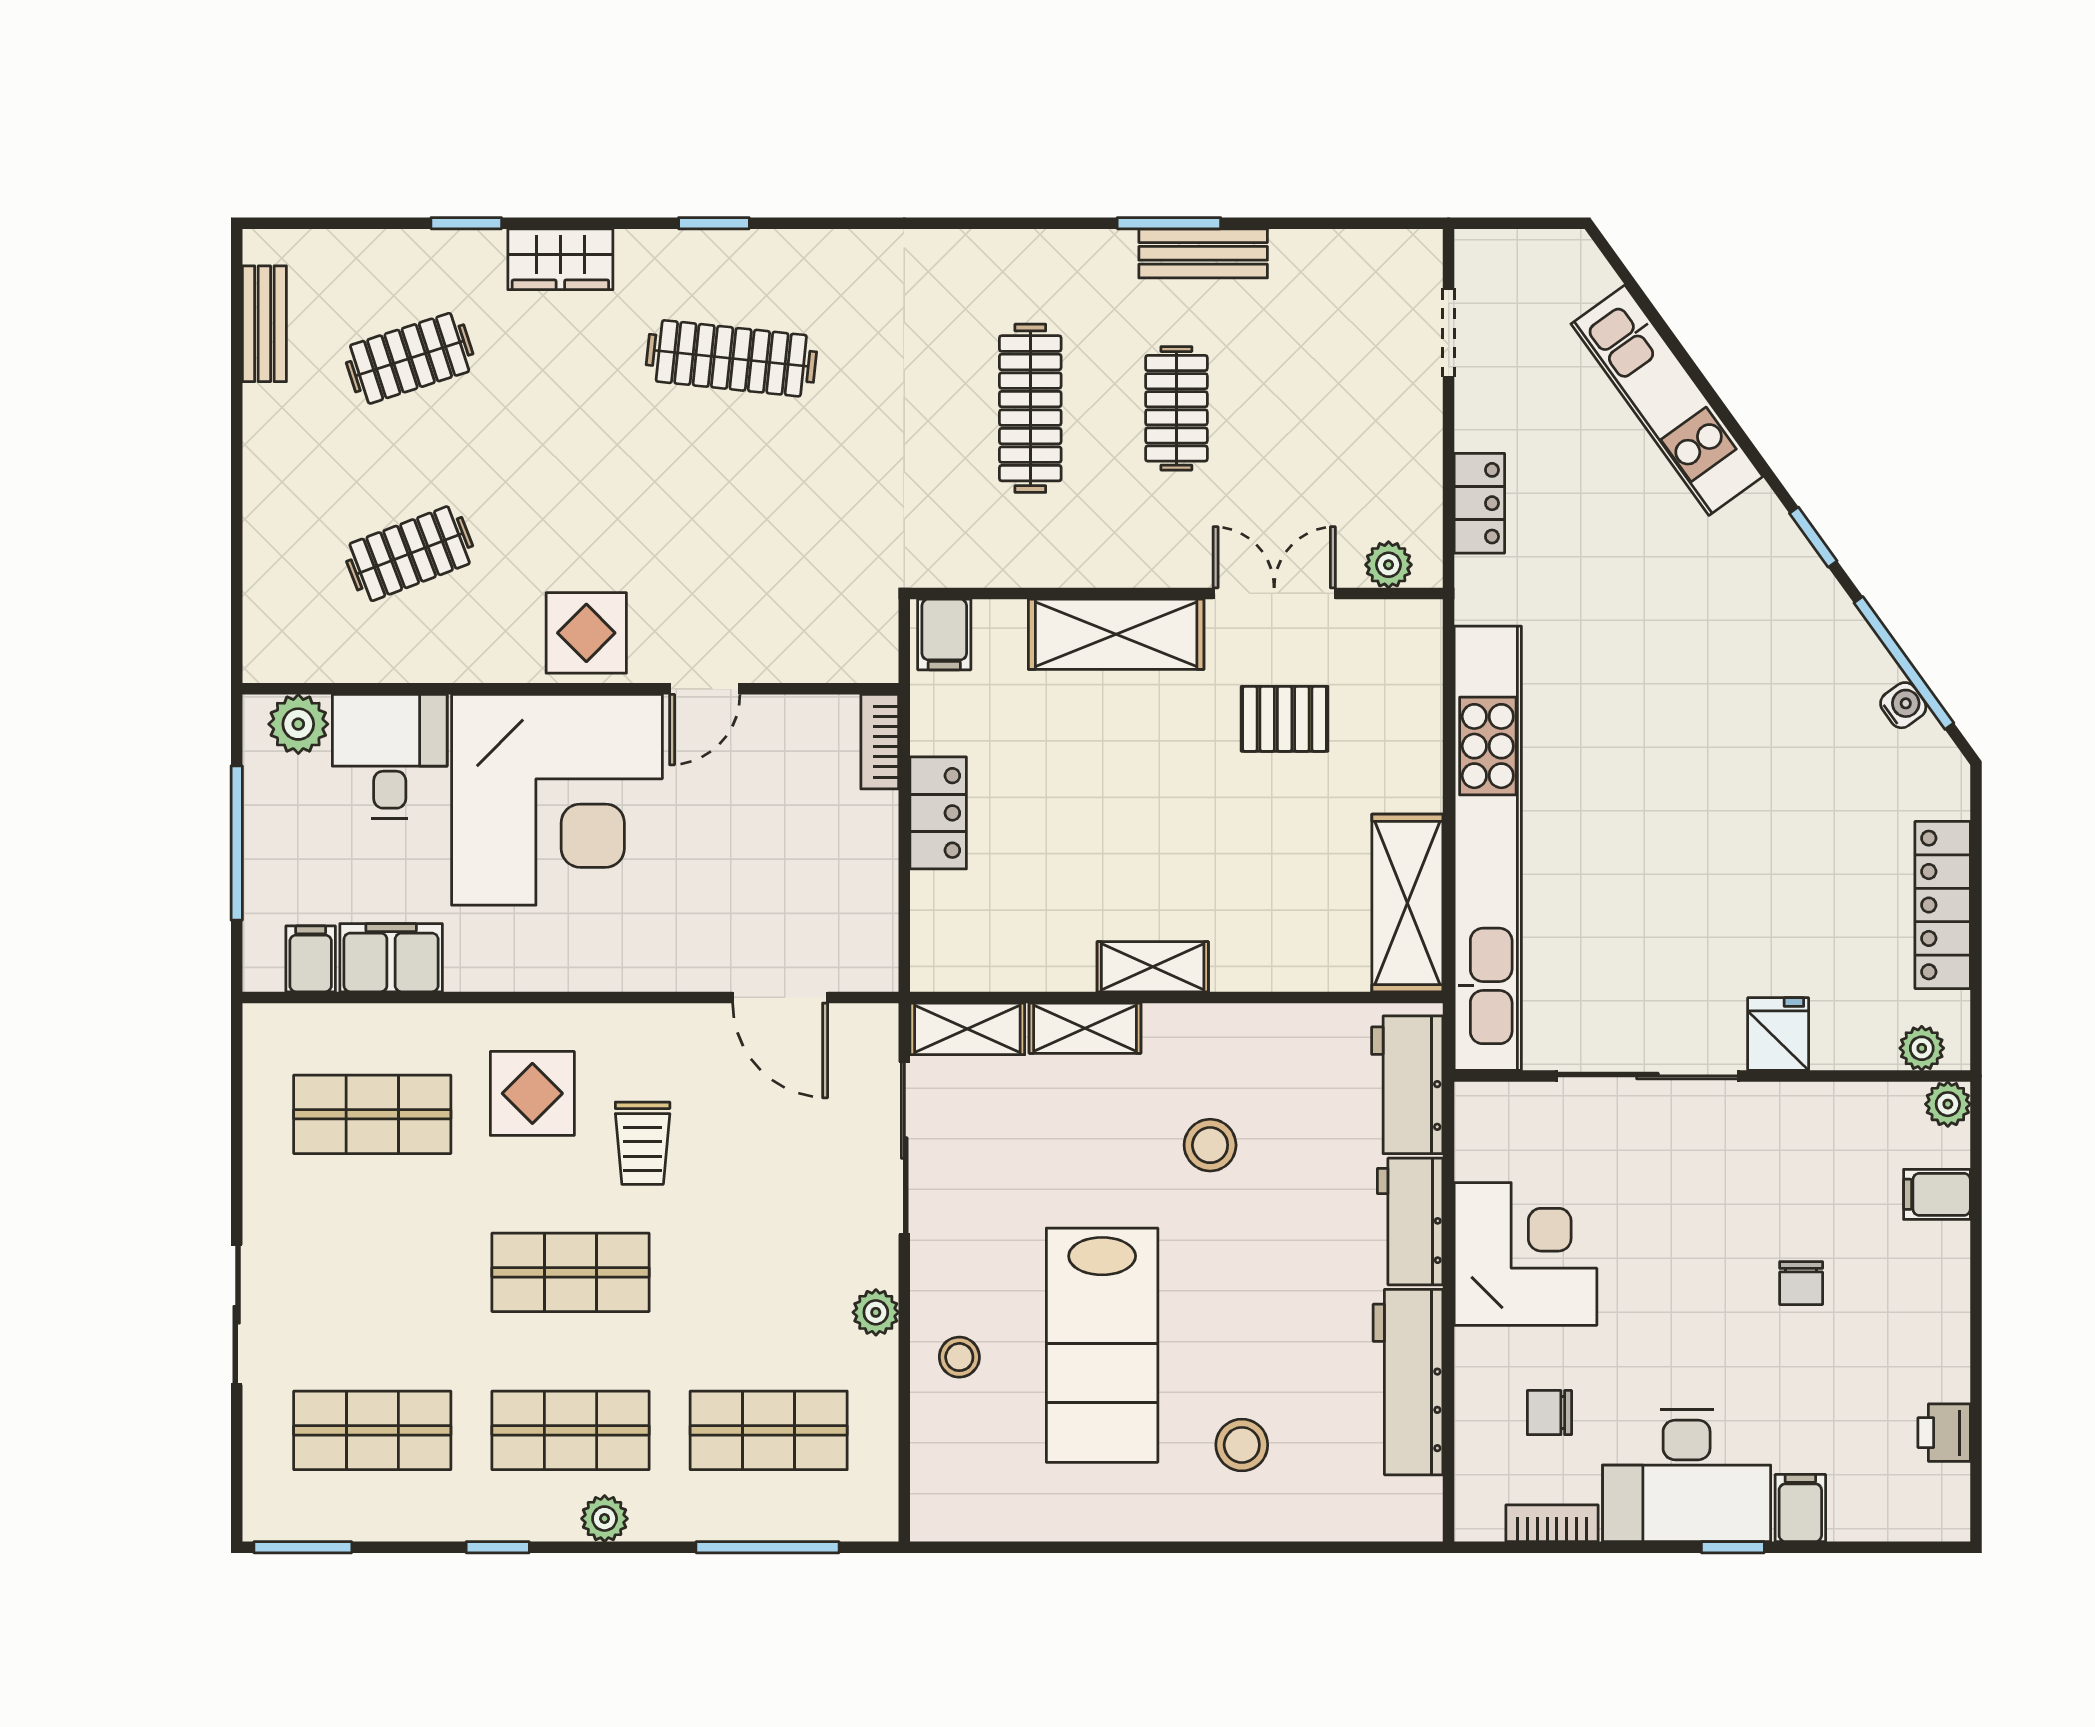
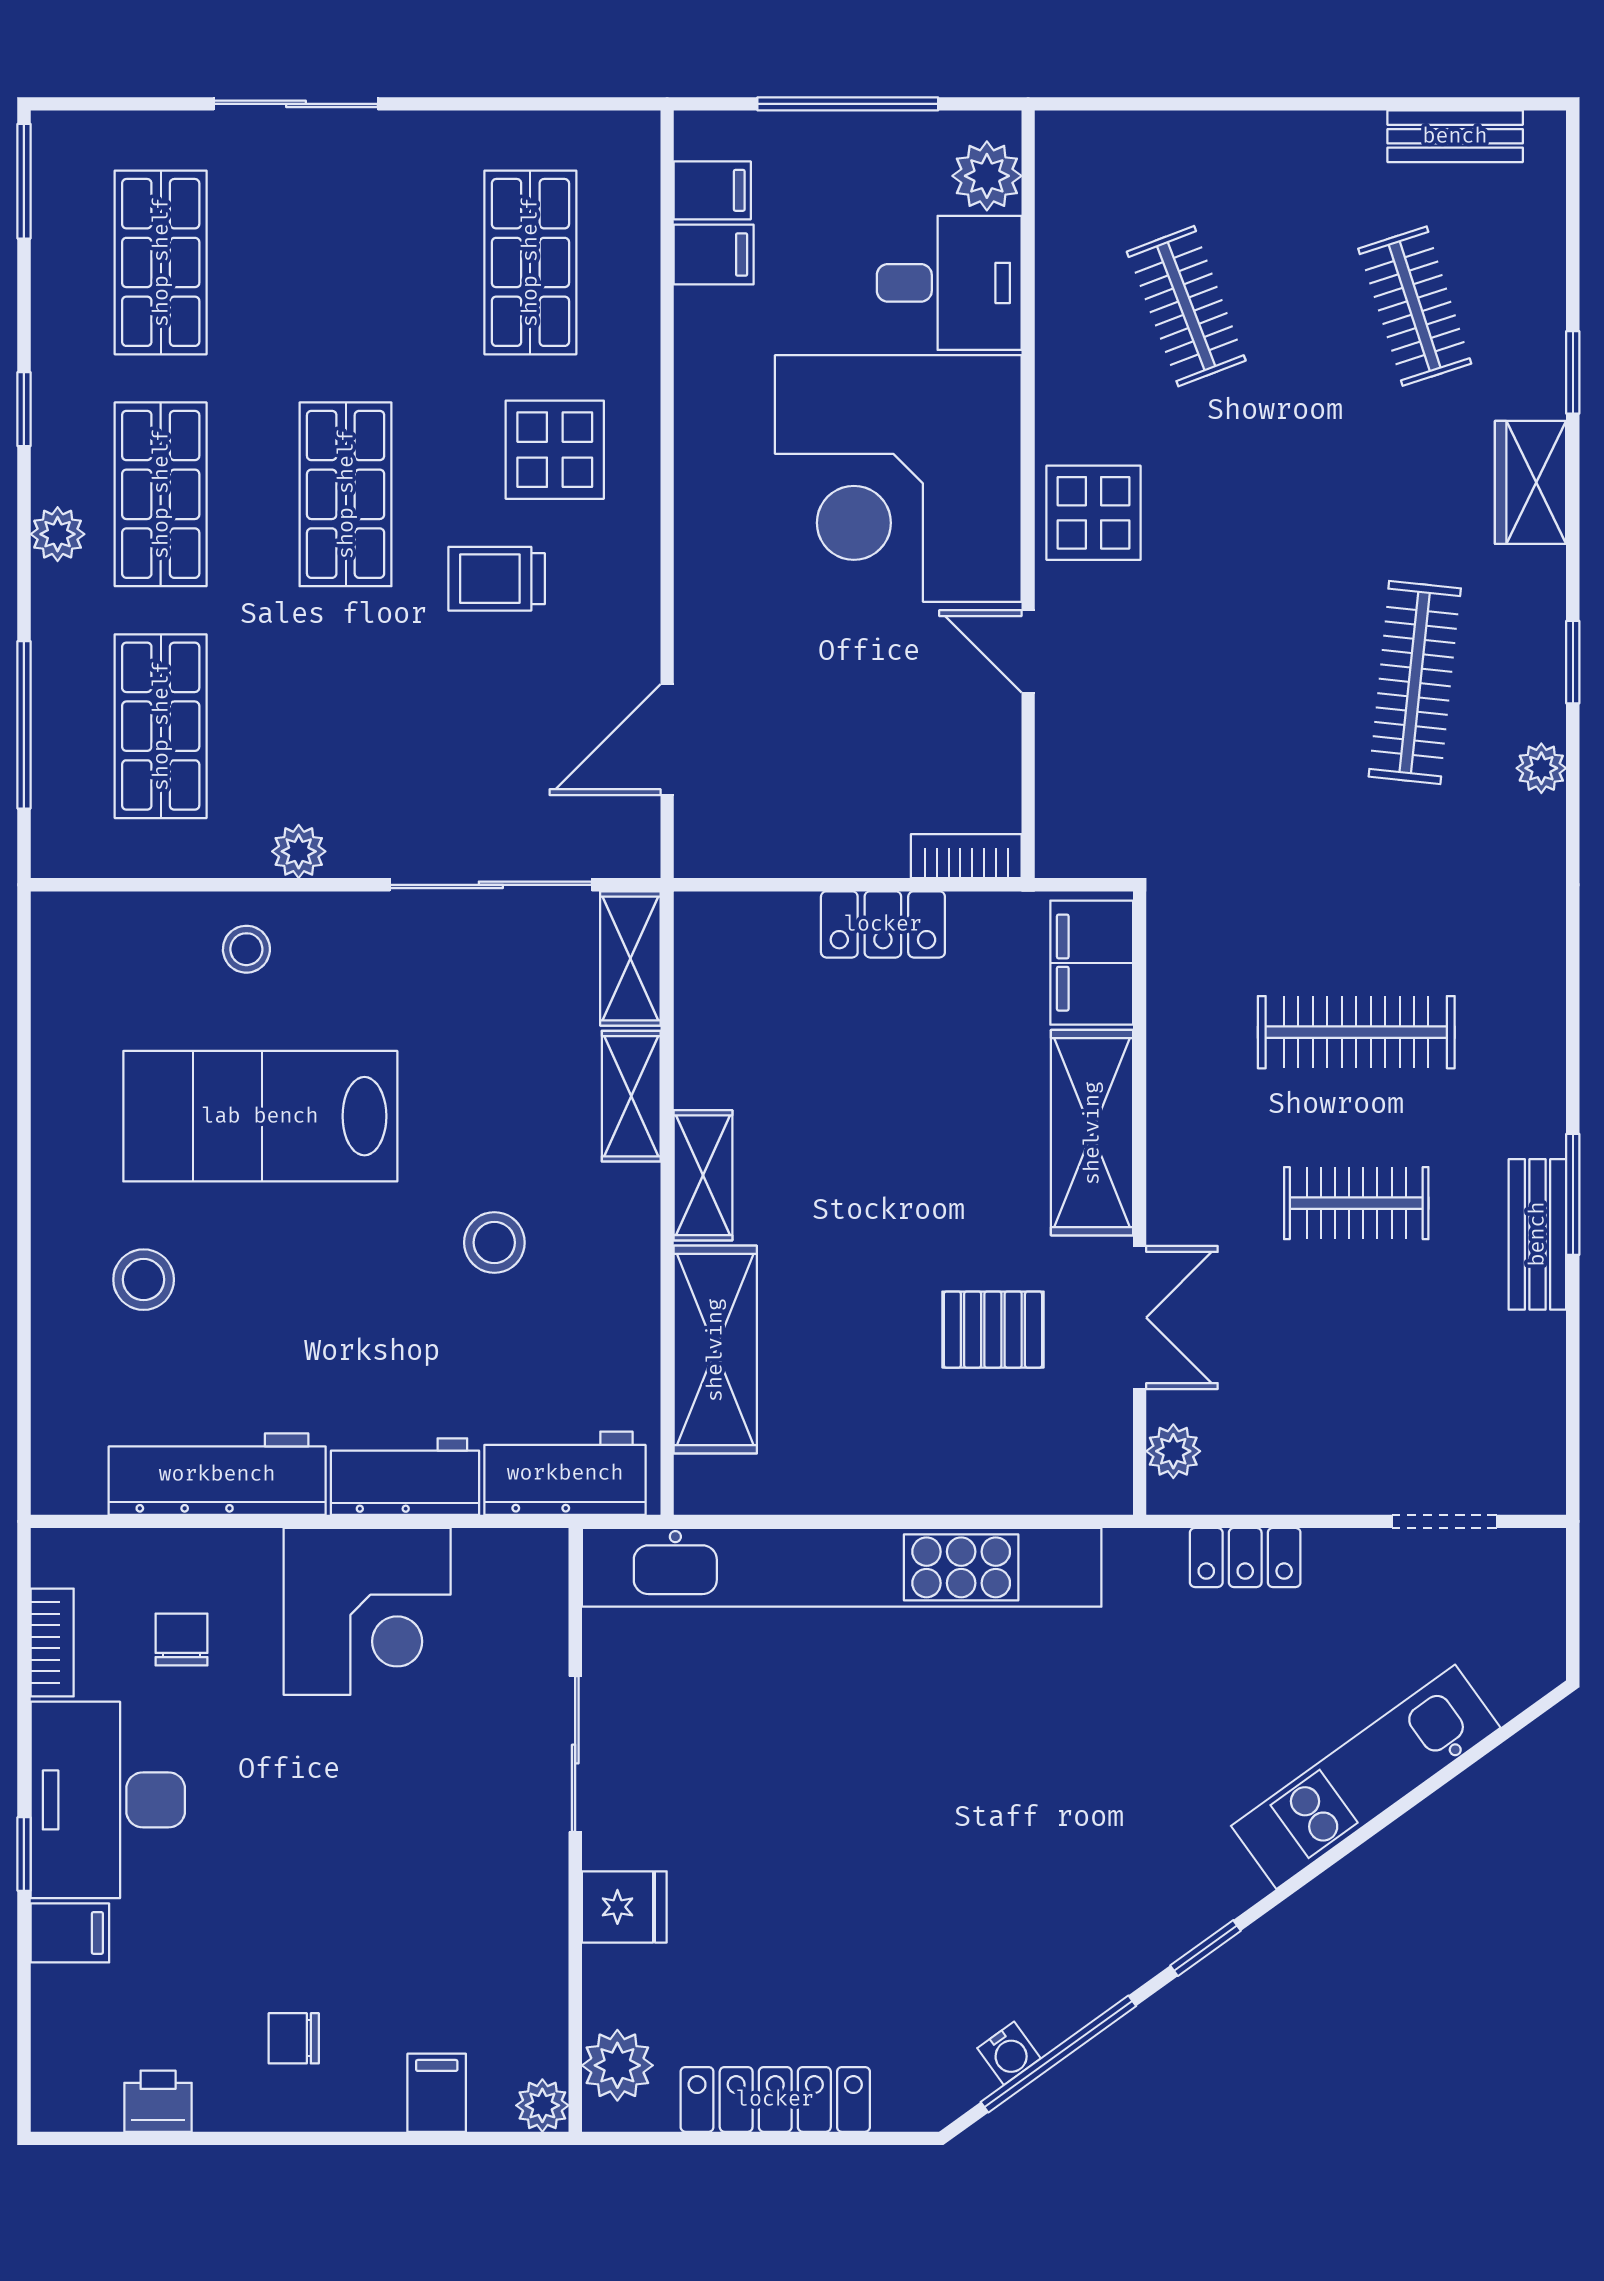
plant: (805, 250) -> (1541, 768), added
filing cabinet: (944, 634) -> (1092, 963), width x2.00
pallet: (1285, 719) -> (993, 1330), turned 90
shelving: (1407, 903) -> (715, 1350), moved, turned 90
filing cabinet: (391, 958) -> (714, 254), width x0.50
plant: (1922, 1048) -> (617, 2065), width x1.38, depth x1.38
sliding door: (1647, 1076) -> (575, 1754), width x0.73
chair: (1801, 1283) -> (294, 2038), moved

